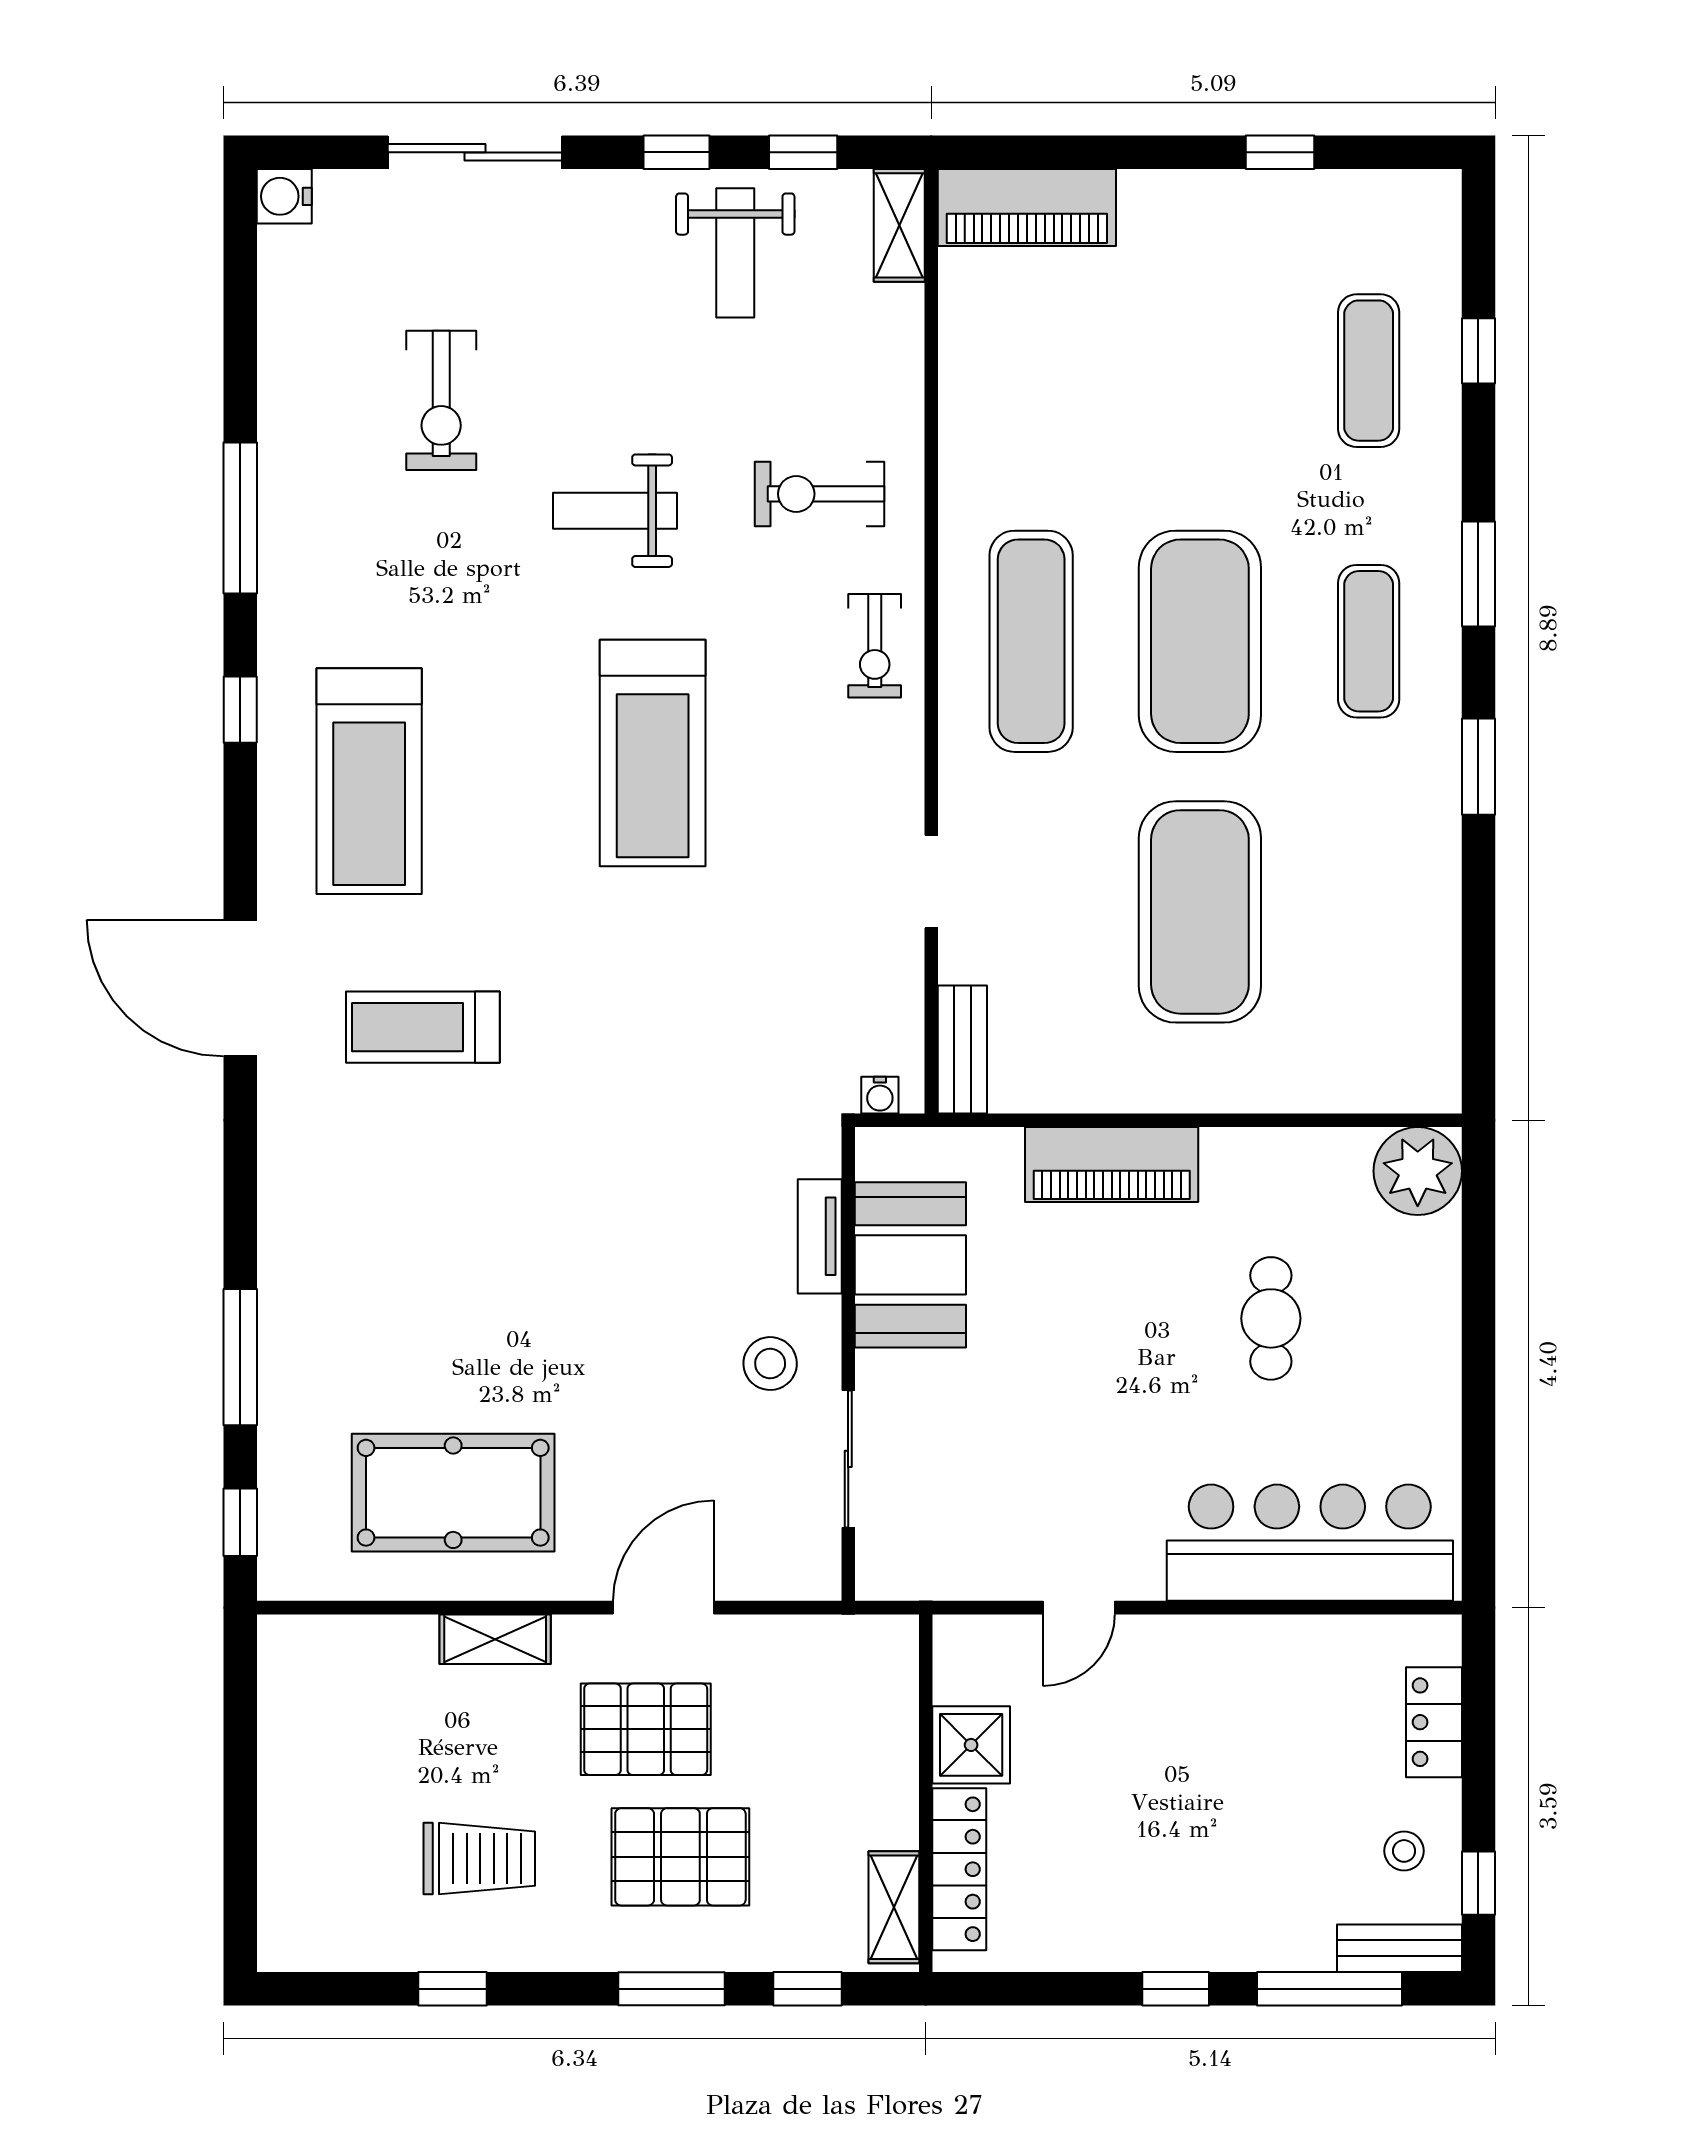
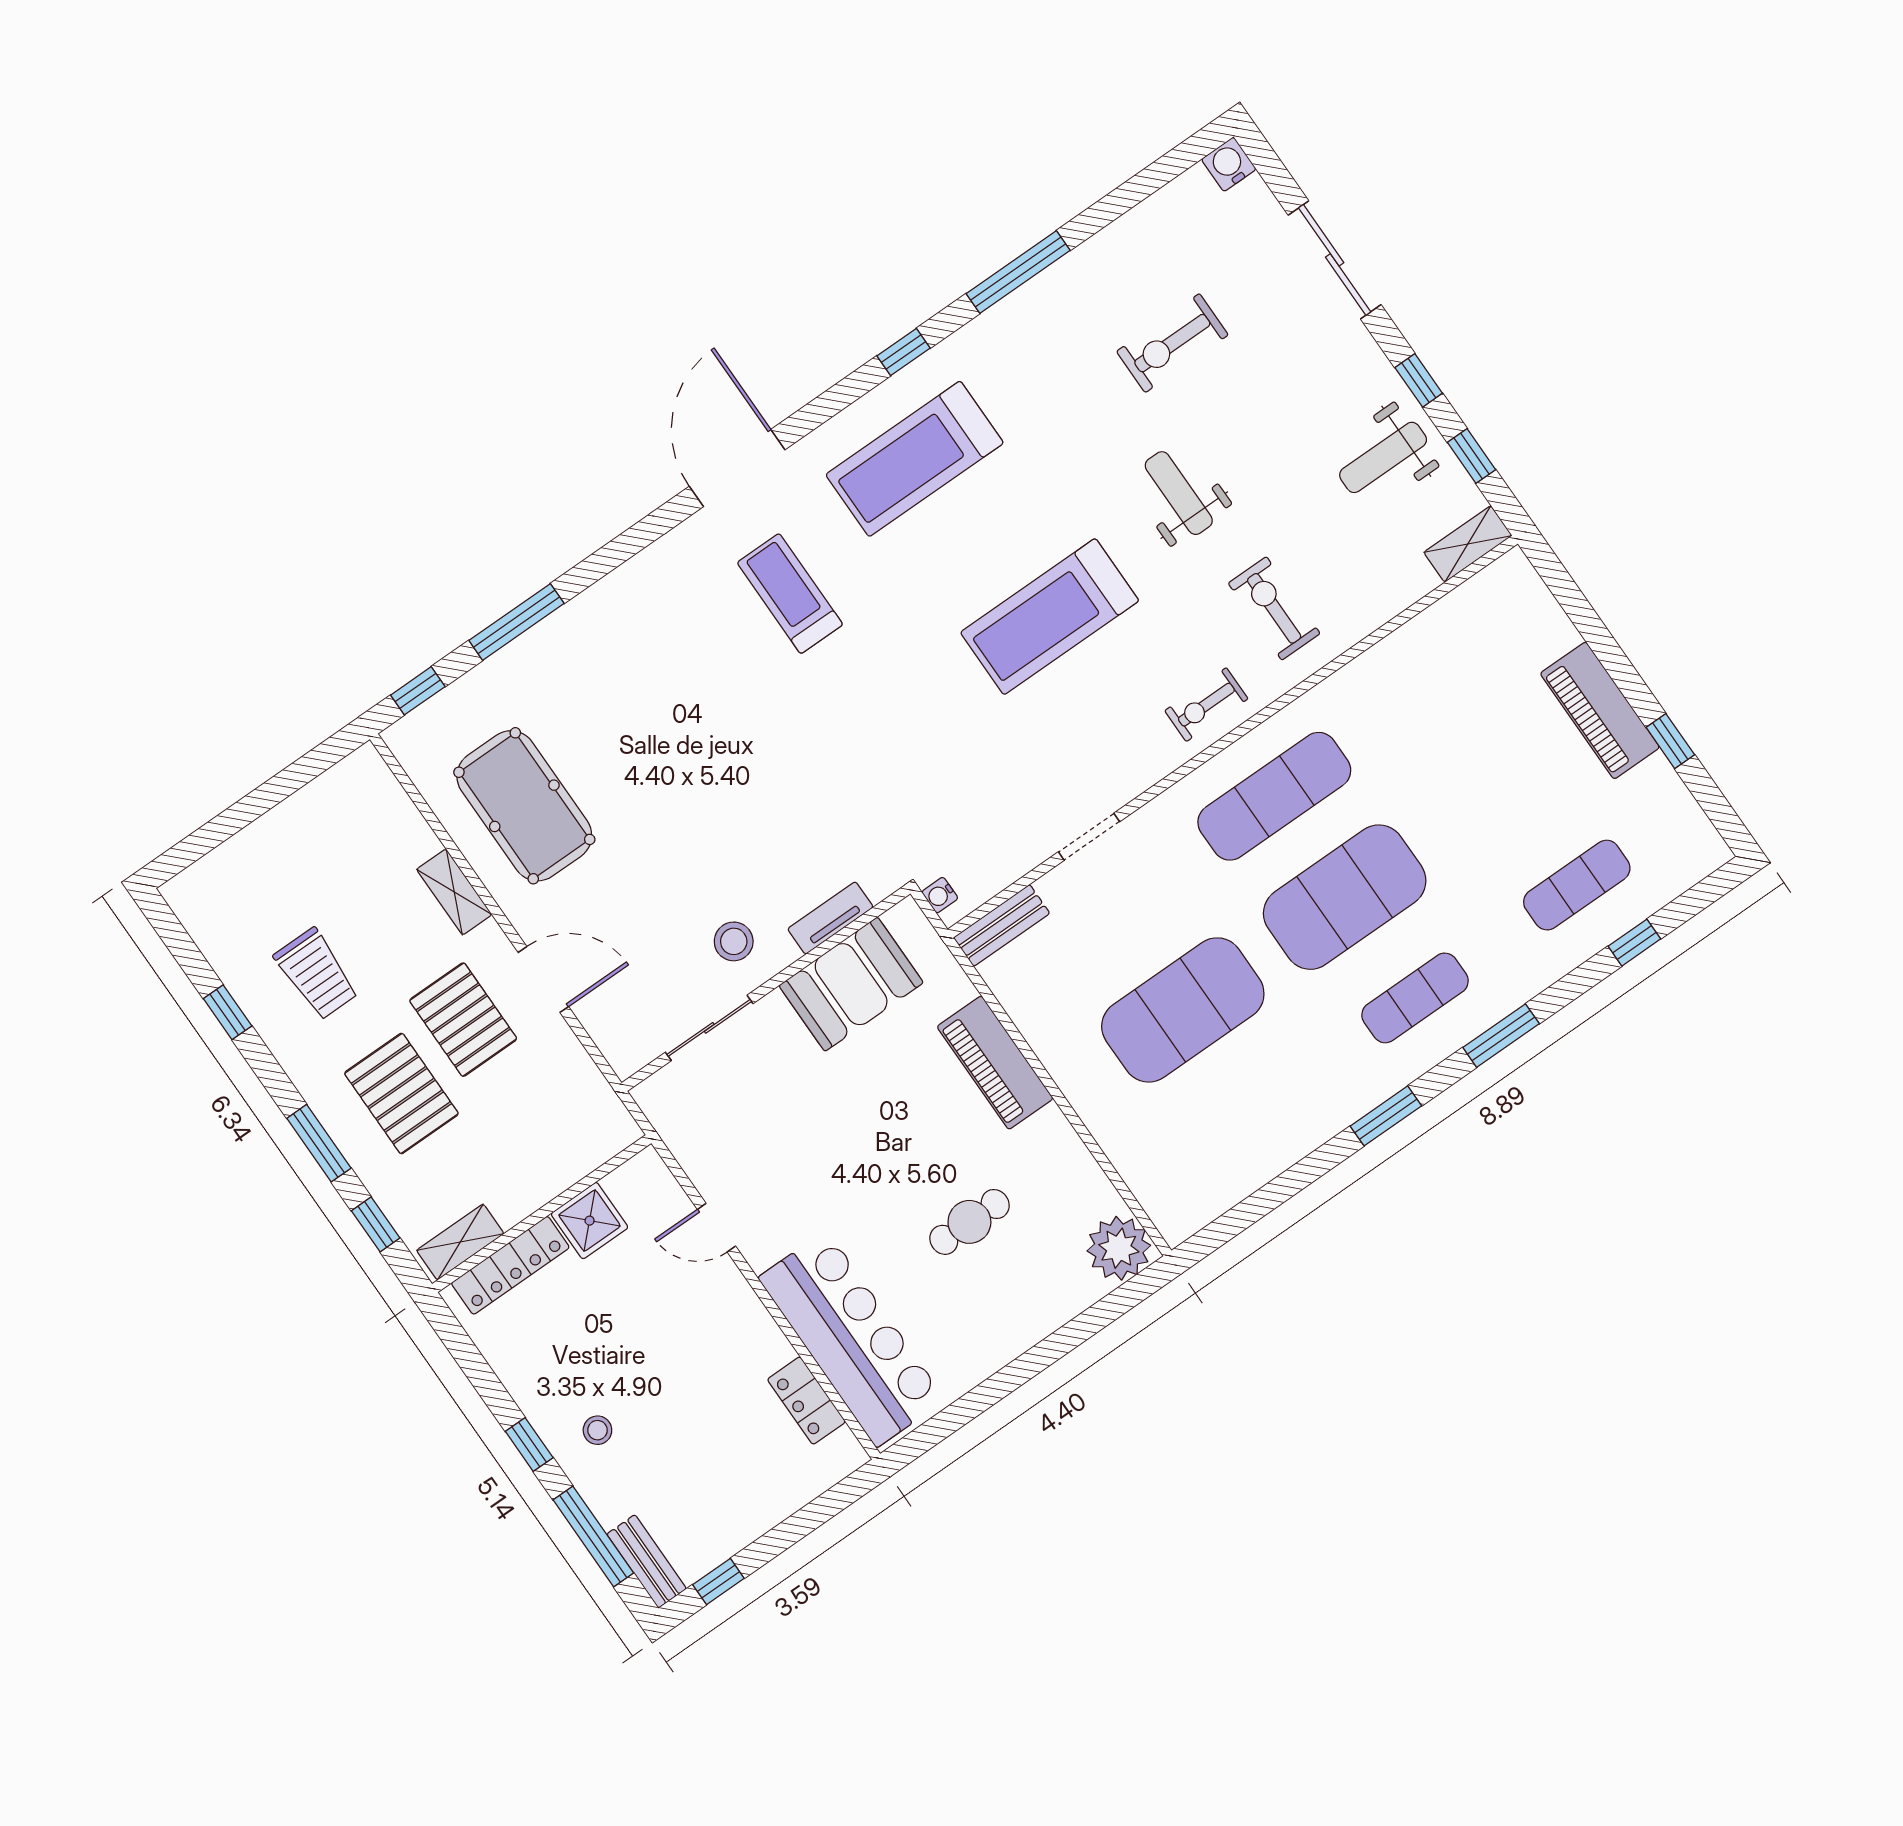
piano: (1027, 208) -> (1600, 710), moved
locker: (1434, 1722) -> (806, 1401), moved, turned -90
stool: (1404, 1851) -> (597, 1430), moved

